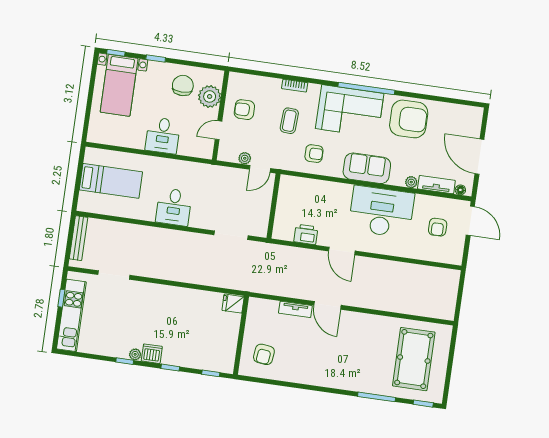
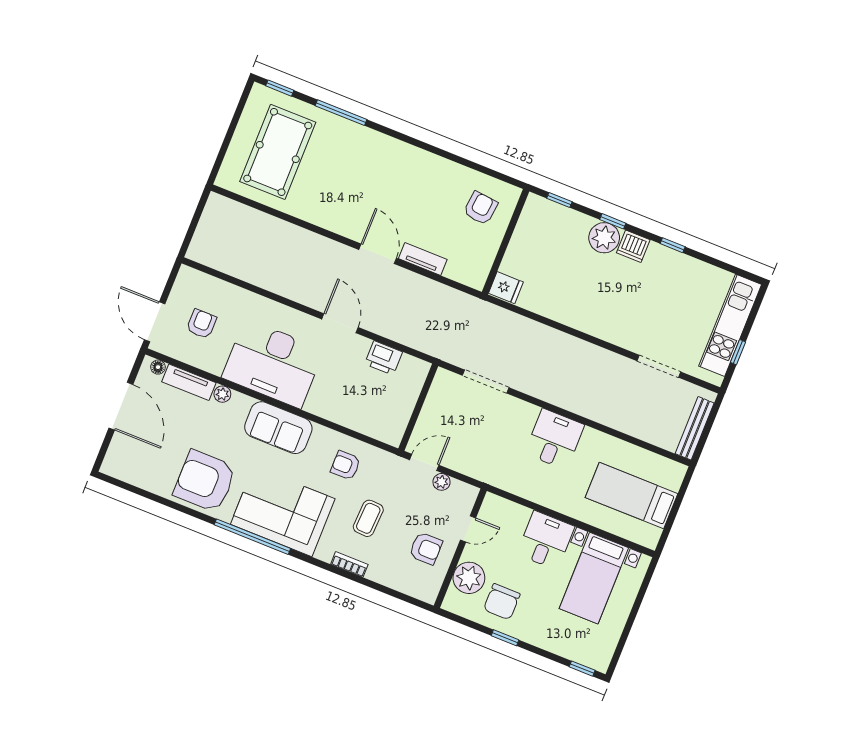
window: (156, 58) -> (505, 638), moved
bed with nightstands: (119, 85) -> (594, 578), moved, turned 180
plant: (135, 354) -> (604, 238), moved, width x1.88, depth x1.88

